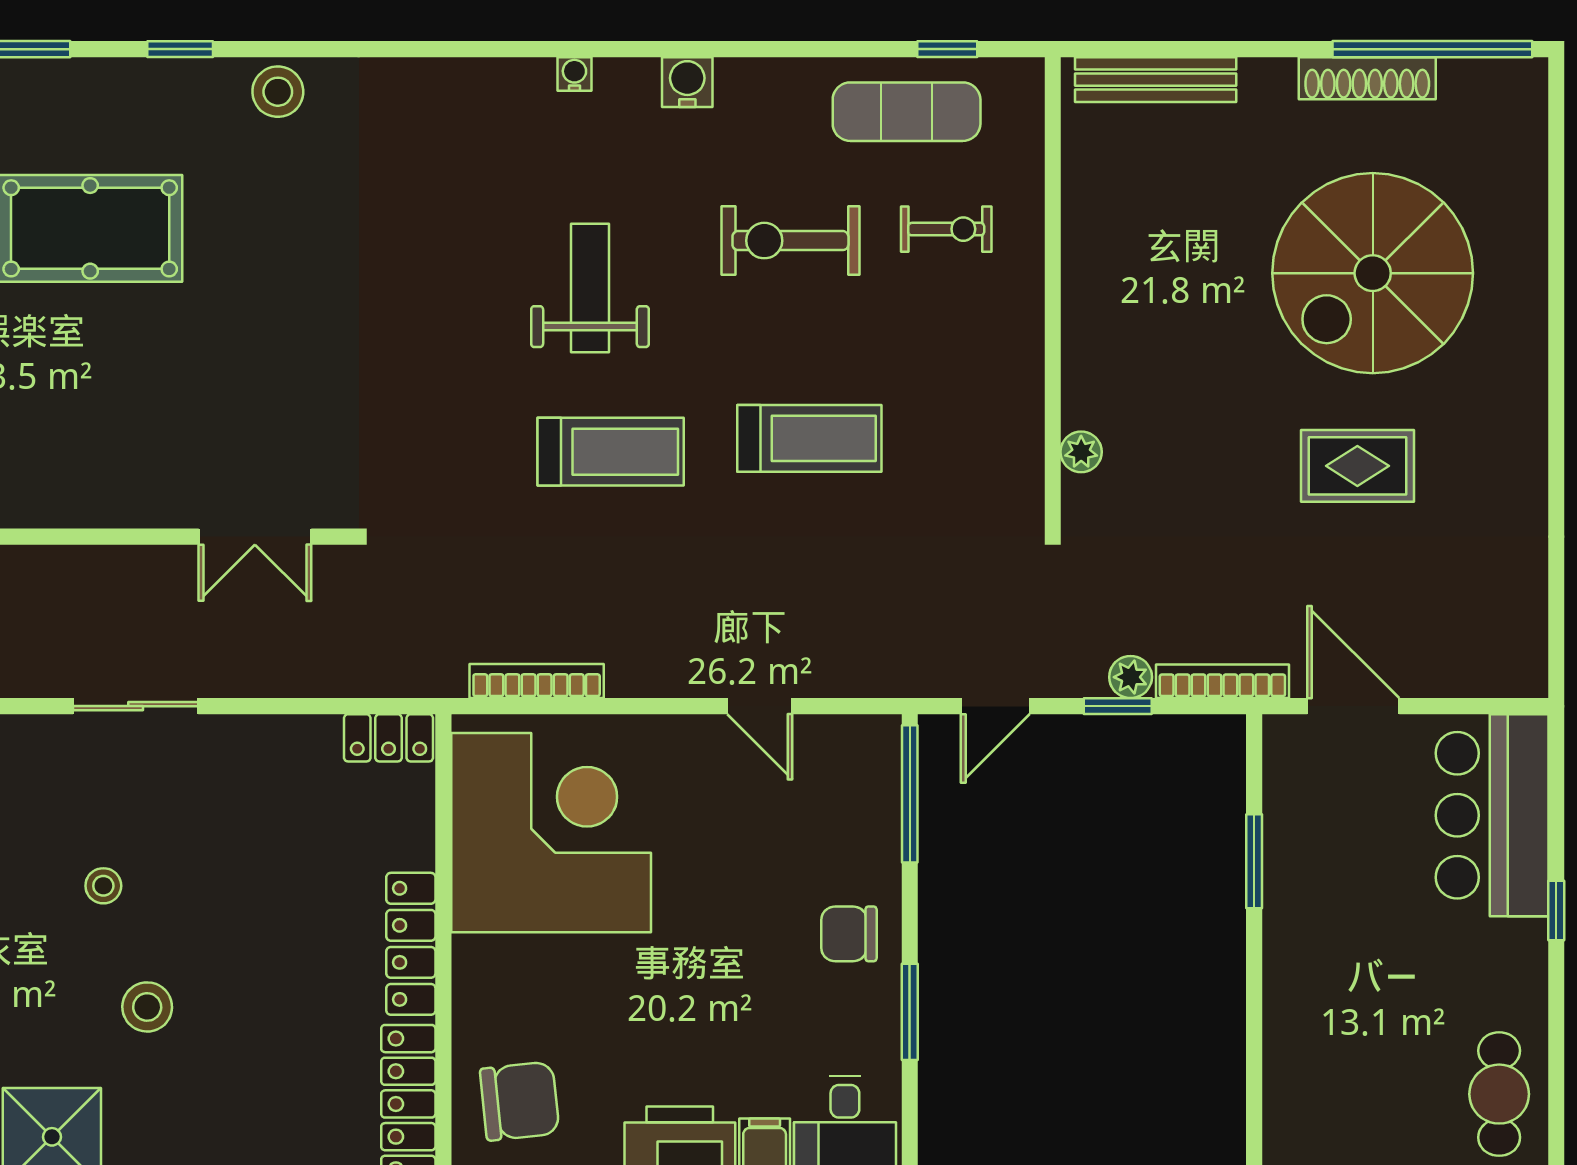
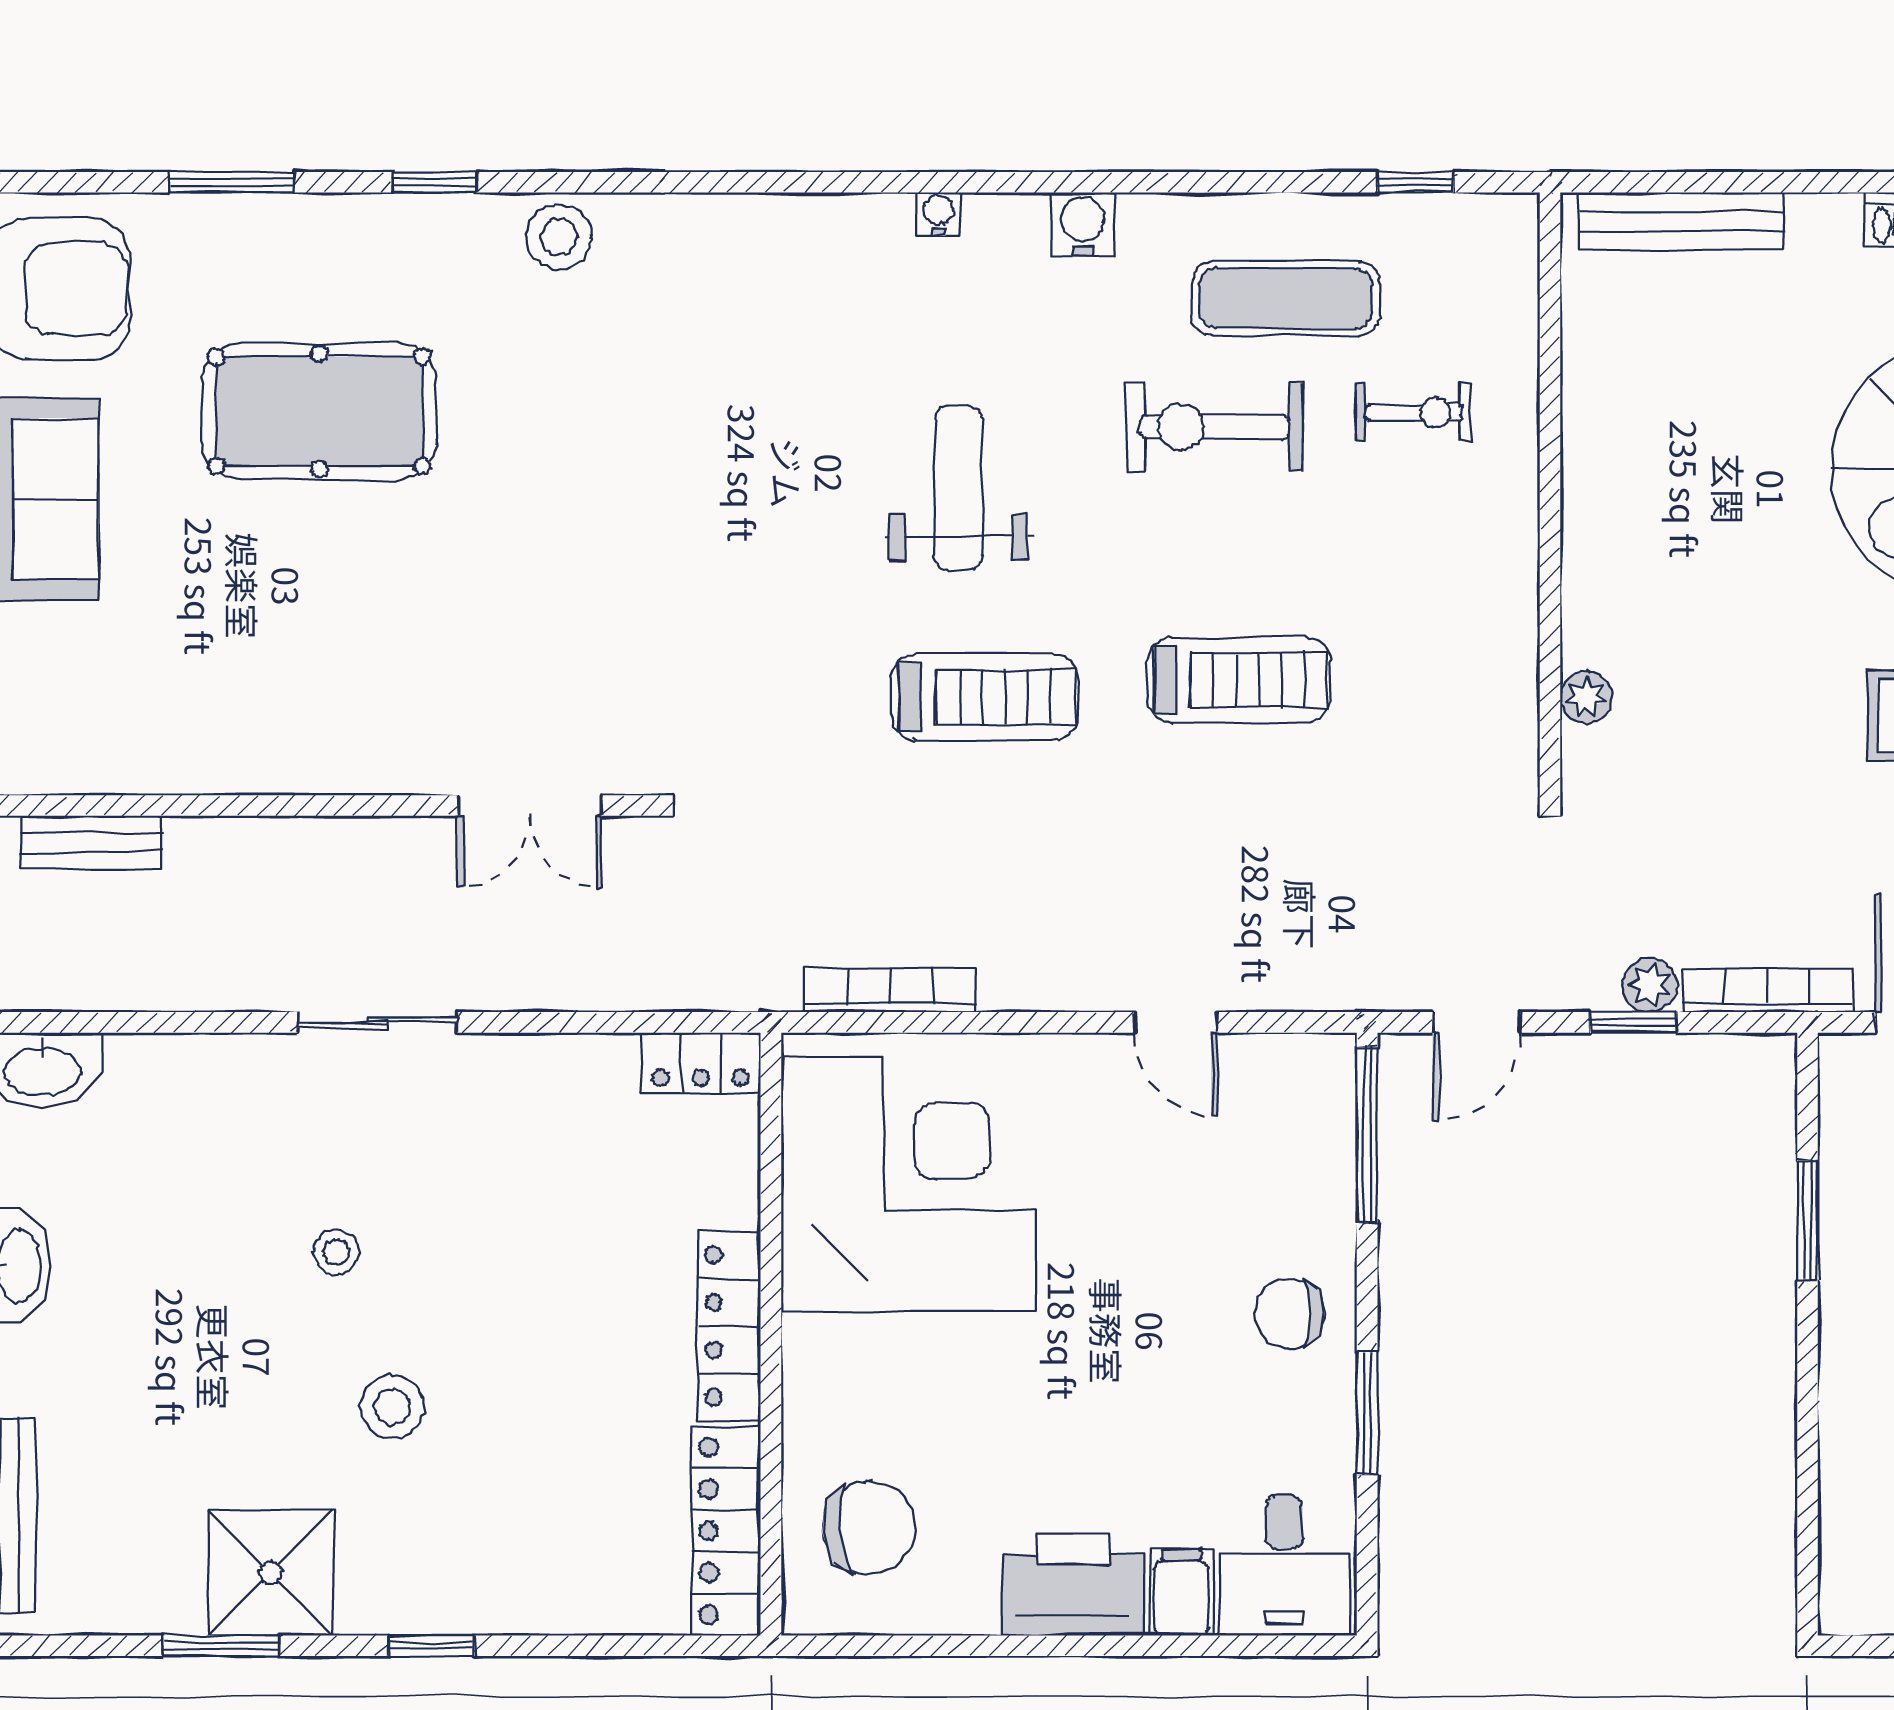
exercise mat: (907, 112) -> (1286, 298), moved

